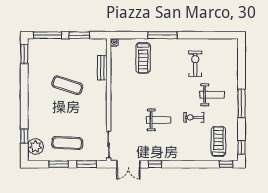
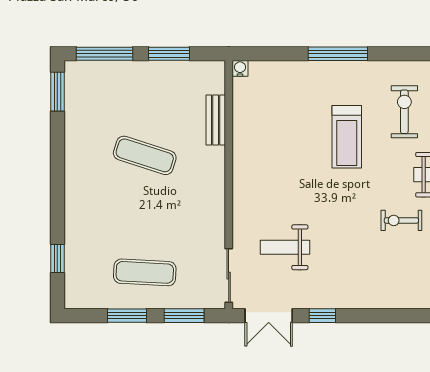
treadmill: (143, 58) -> (347, 137), moved
weight bench: (159, 120) -> (285, 247), moved, turned 180
plant: (35, 146) -> (80, 279), removed

